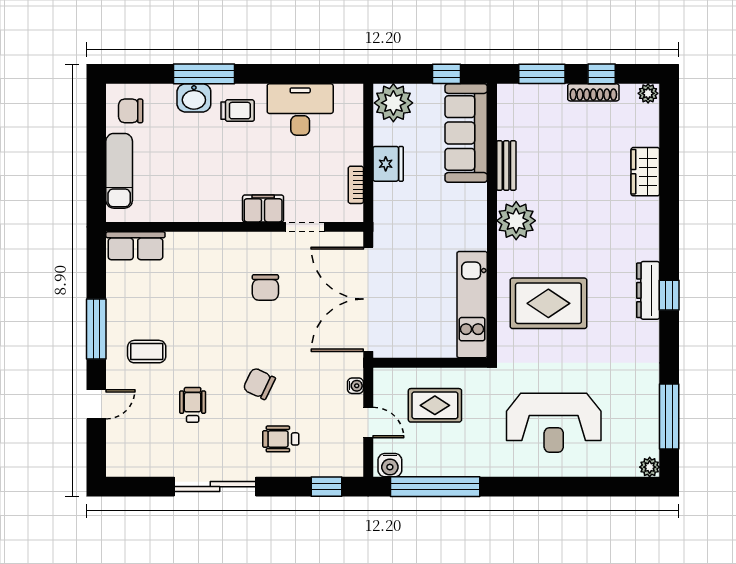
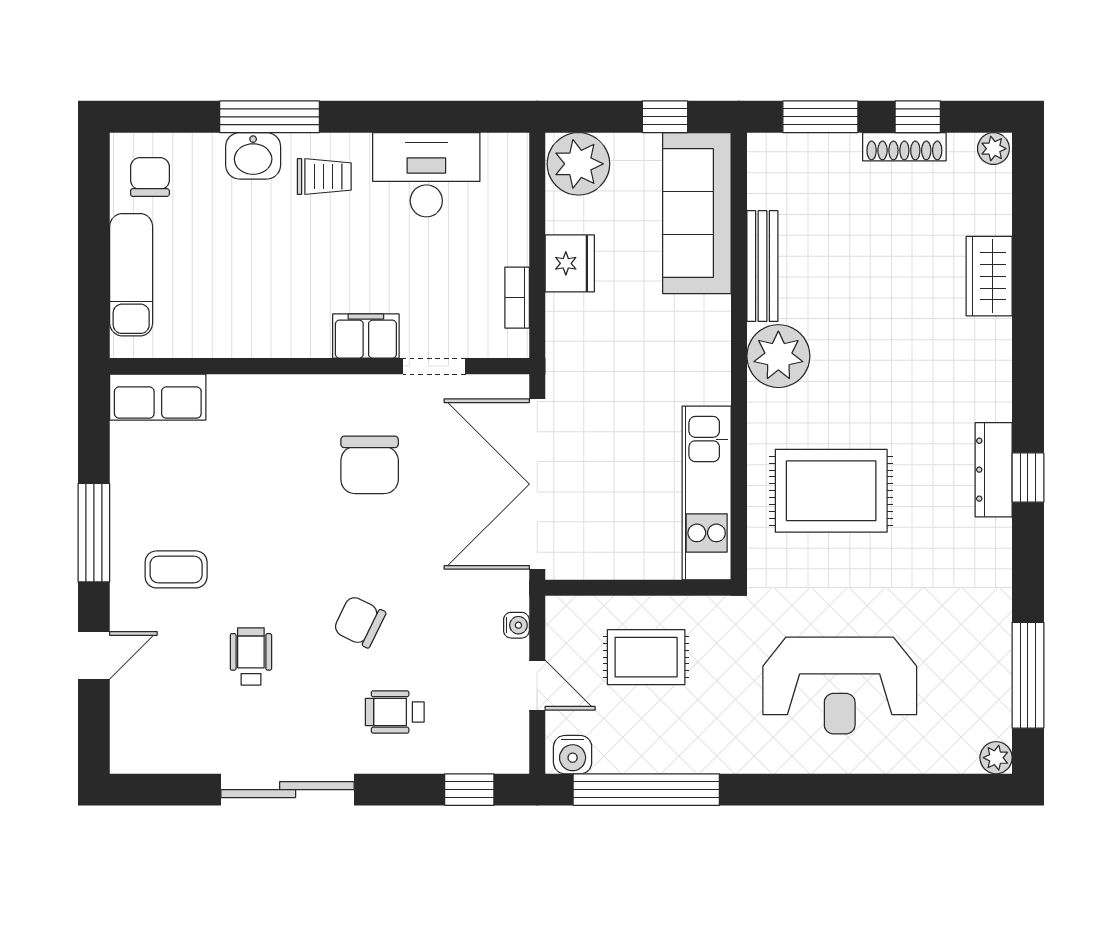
chair: (131, 111) -> (150, 177), turned 90
bench: (506, 166) -> (762, 266), width x1.36
chair: (265, 287) -> (370, 465), width x1.37, depth x1.37

